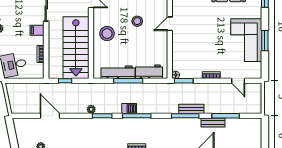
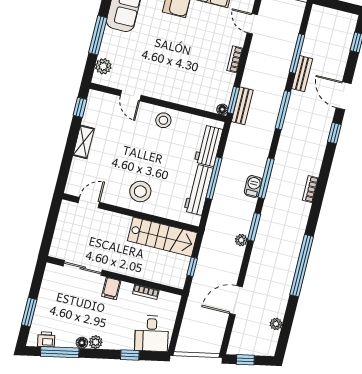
stool: (137, 21) -> (163, 120), moved
door: (170, 24) -> (131, 96), moved
stairs: (76, 48) -> (162, 237), width x0.73, depth x0.66
door: (238, 81) -> (252, 24), swing flipped
bench: (191, 109) -> (242, 106), moved
window: (12, 132) -> (245, 360), added

